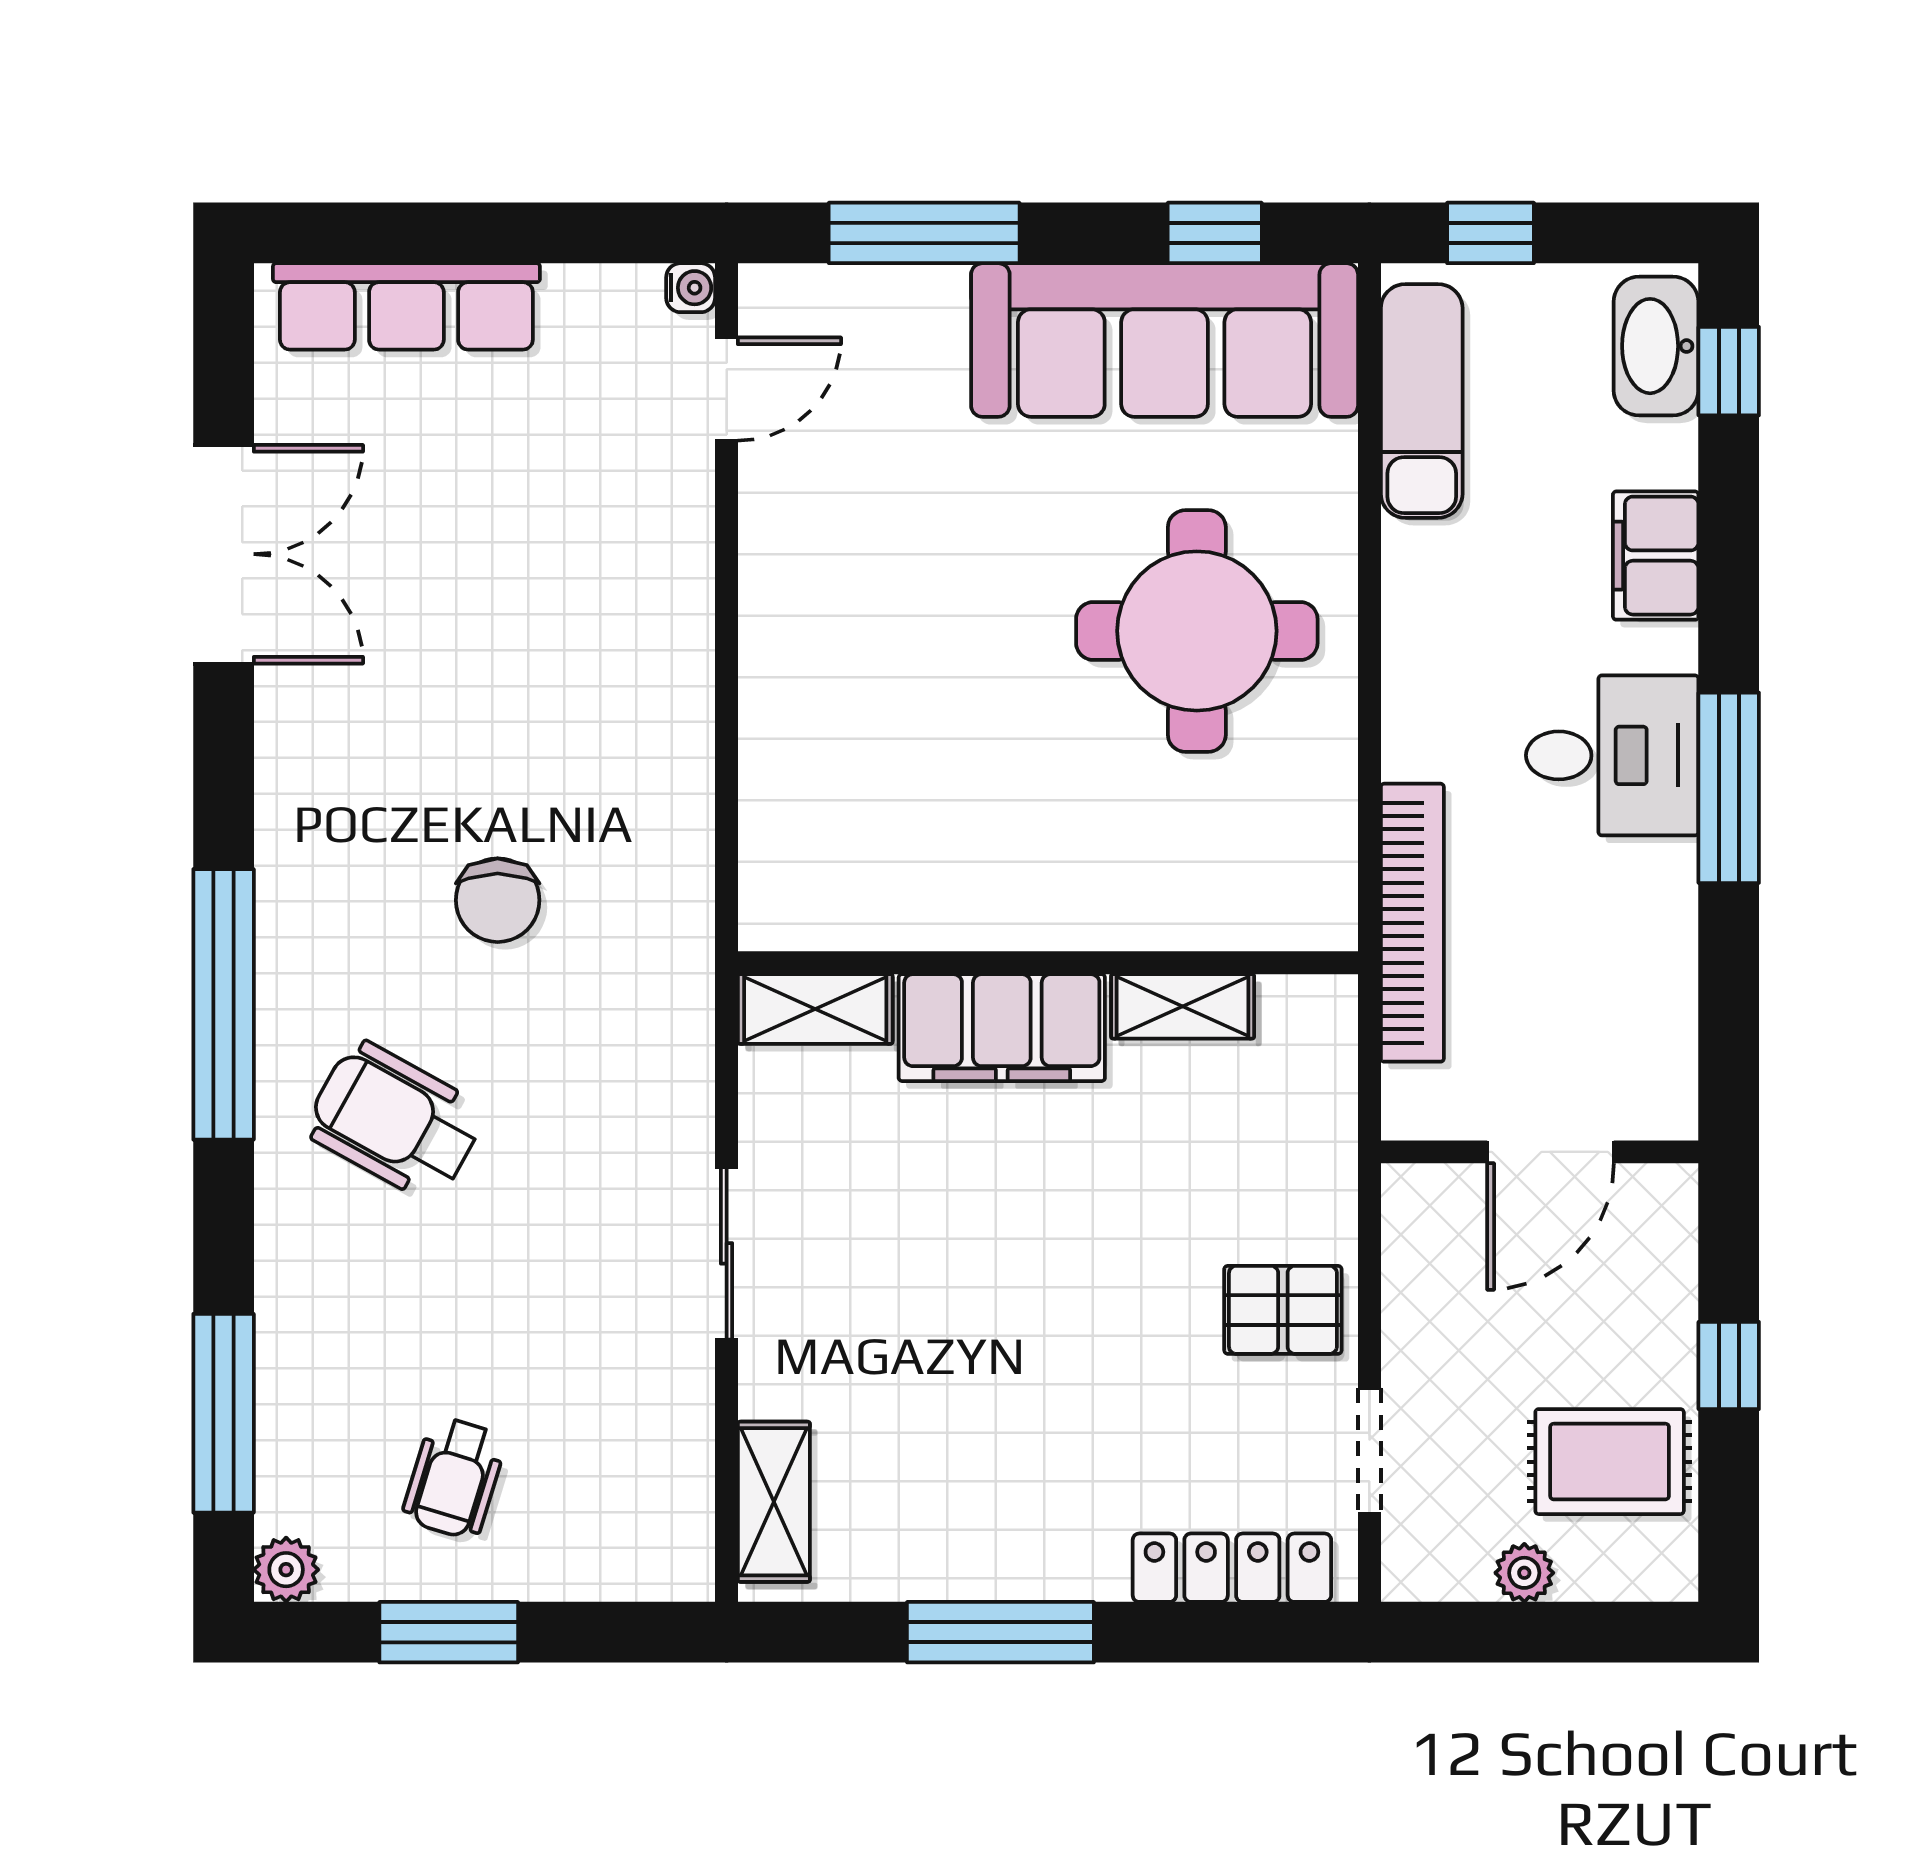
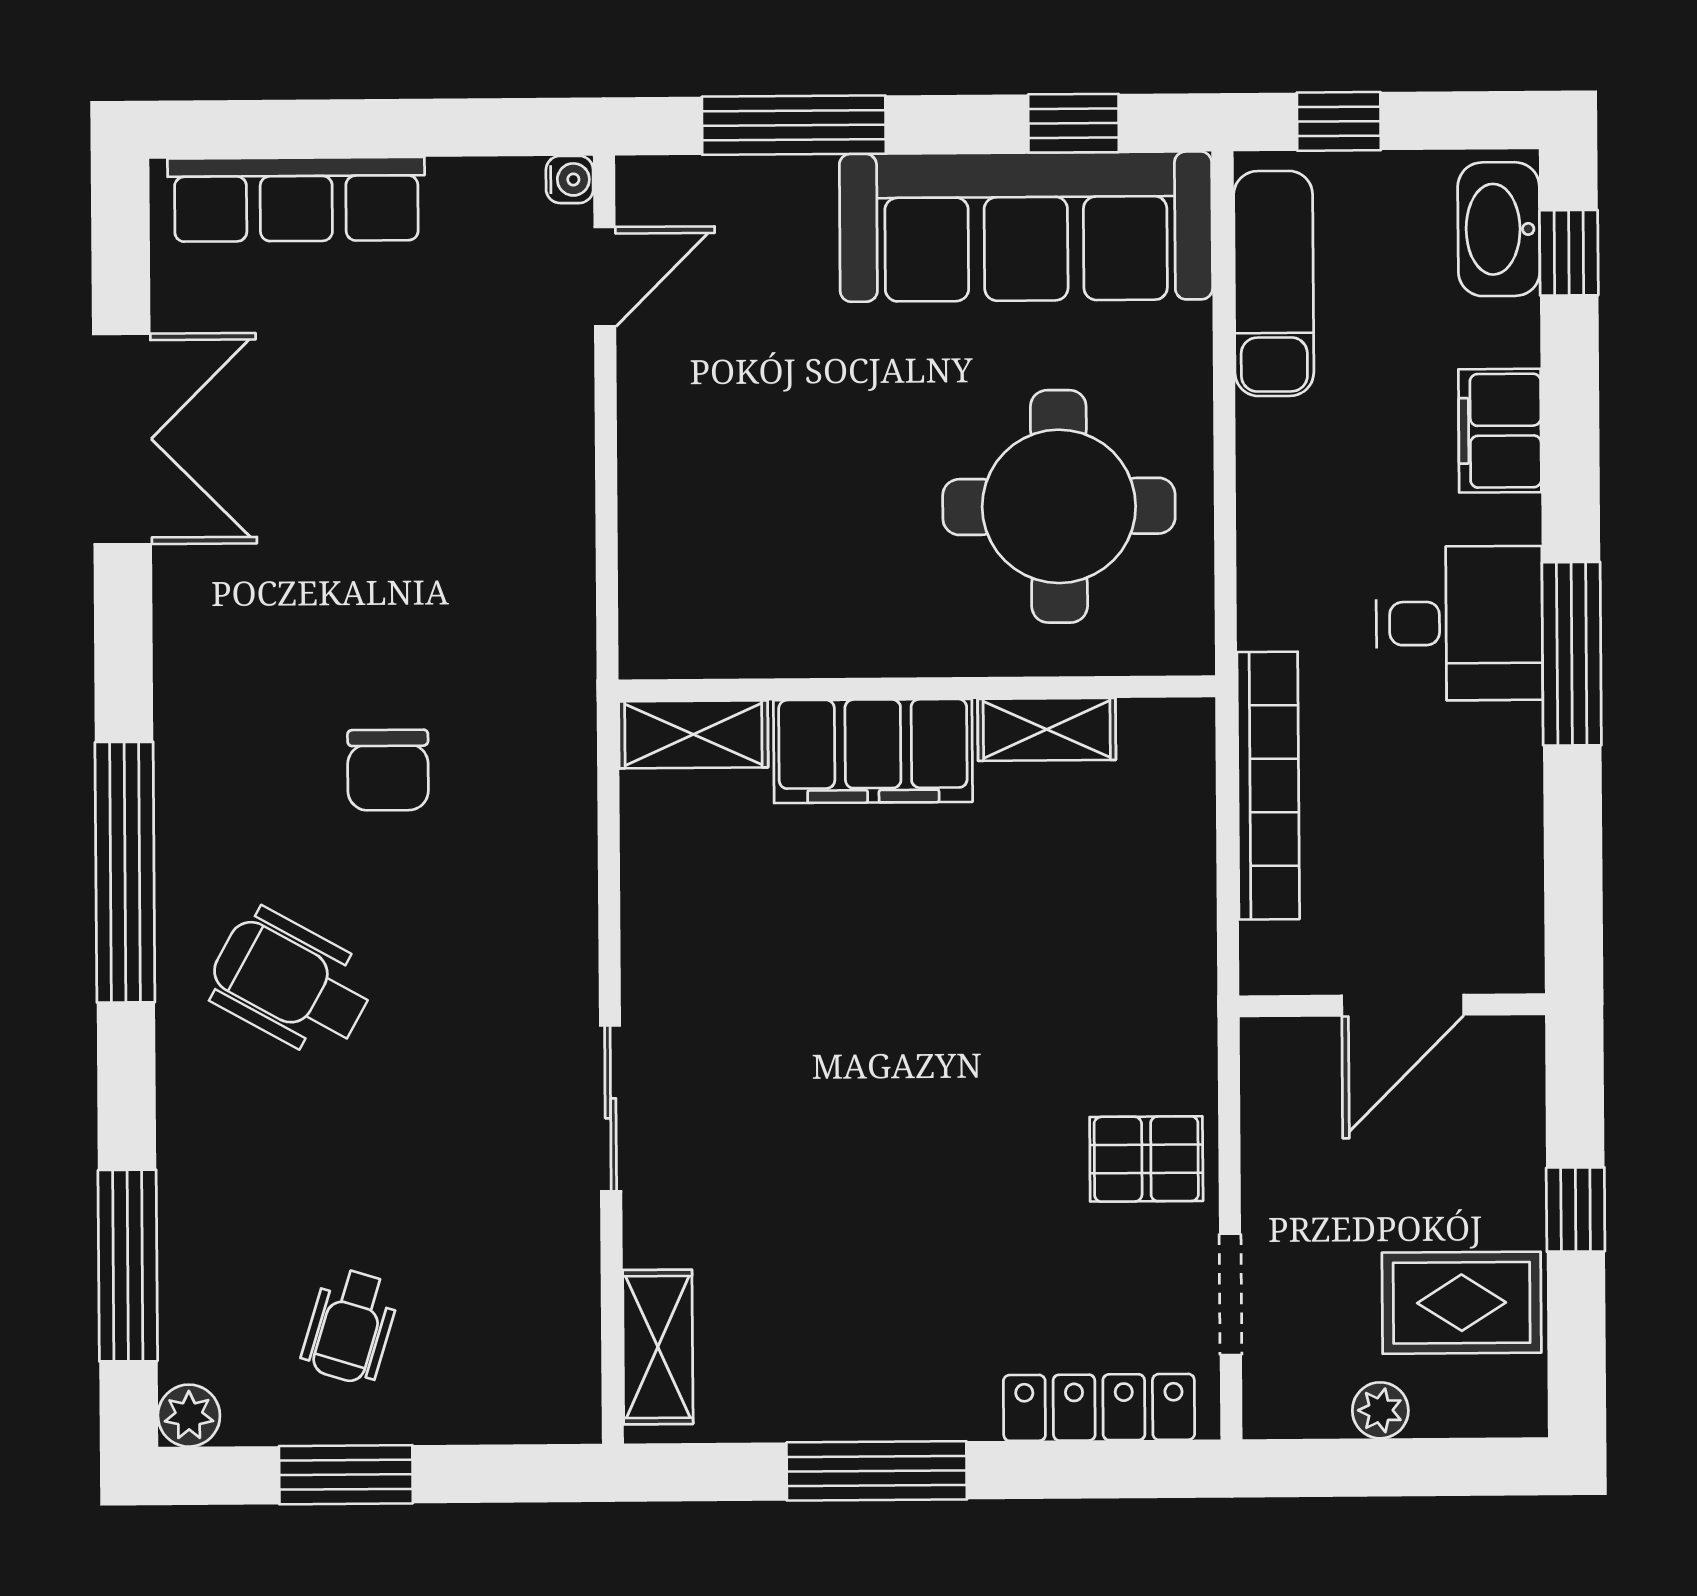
wall: (1048, 963) -> (917, 688), moved
shelving: (1183, 1006) -> (1047, 729), moved
shelving: (815, 1009) -> (693, 734), moved
filing cabinet: (1002, 1028) -> (873, 751), moved

